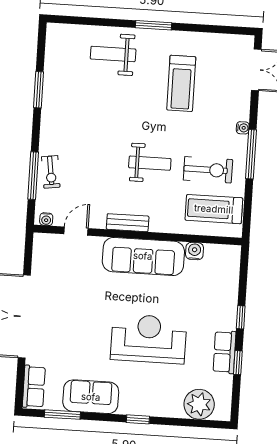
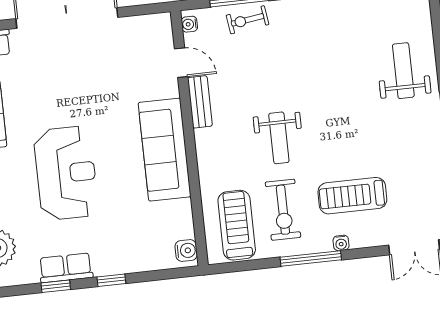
treadmill: (181, 83) -> (352, 196), moved
bench: (128, 223) -> (200, 102), moved
water cooler: (195, 251) -> (186, 251), moved

